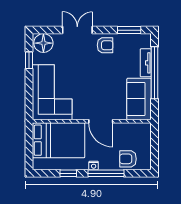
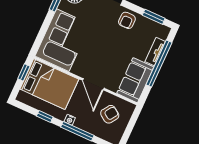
armchair: (105, 45) -> (127, 20), turned 90
window: (29, 140) -> (24, 72), added
armchair: (128, 159) -> (110, 114), moved, turned 124

